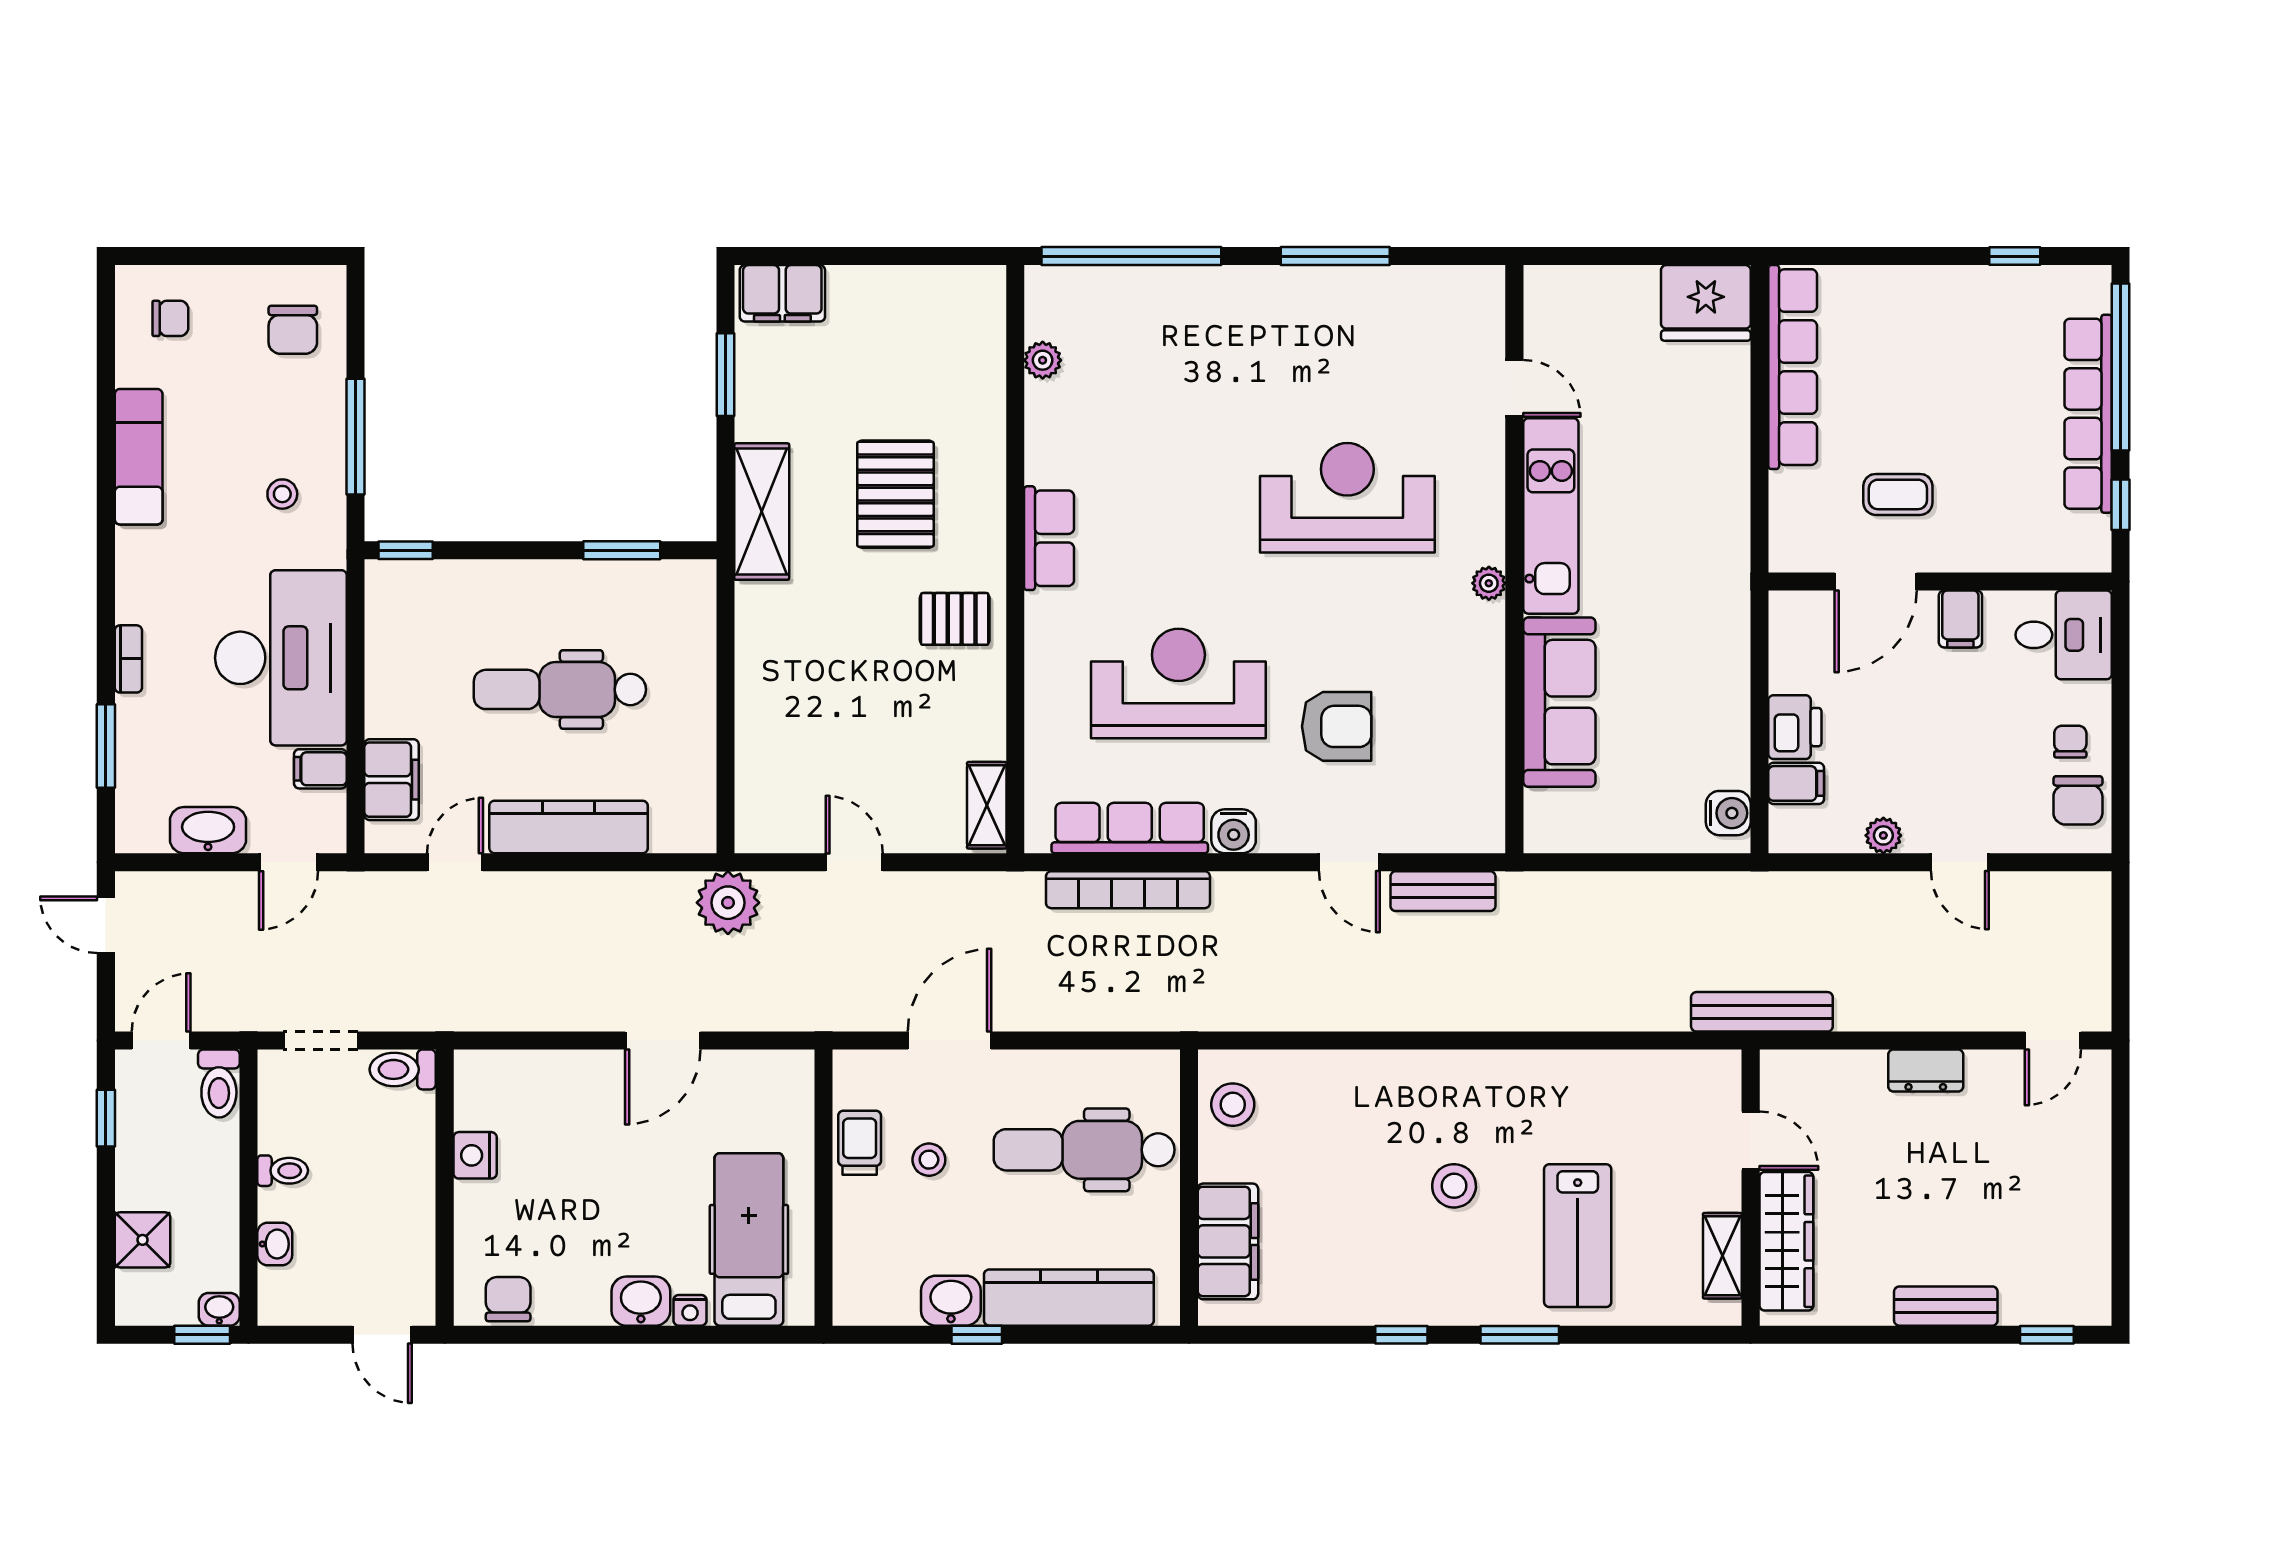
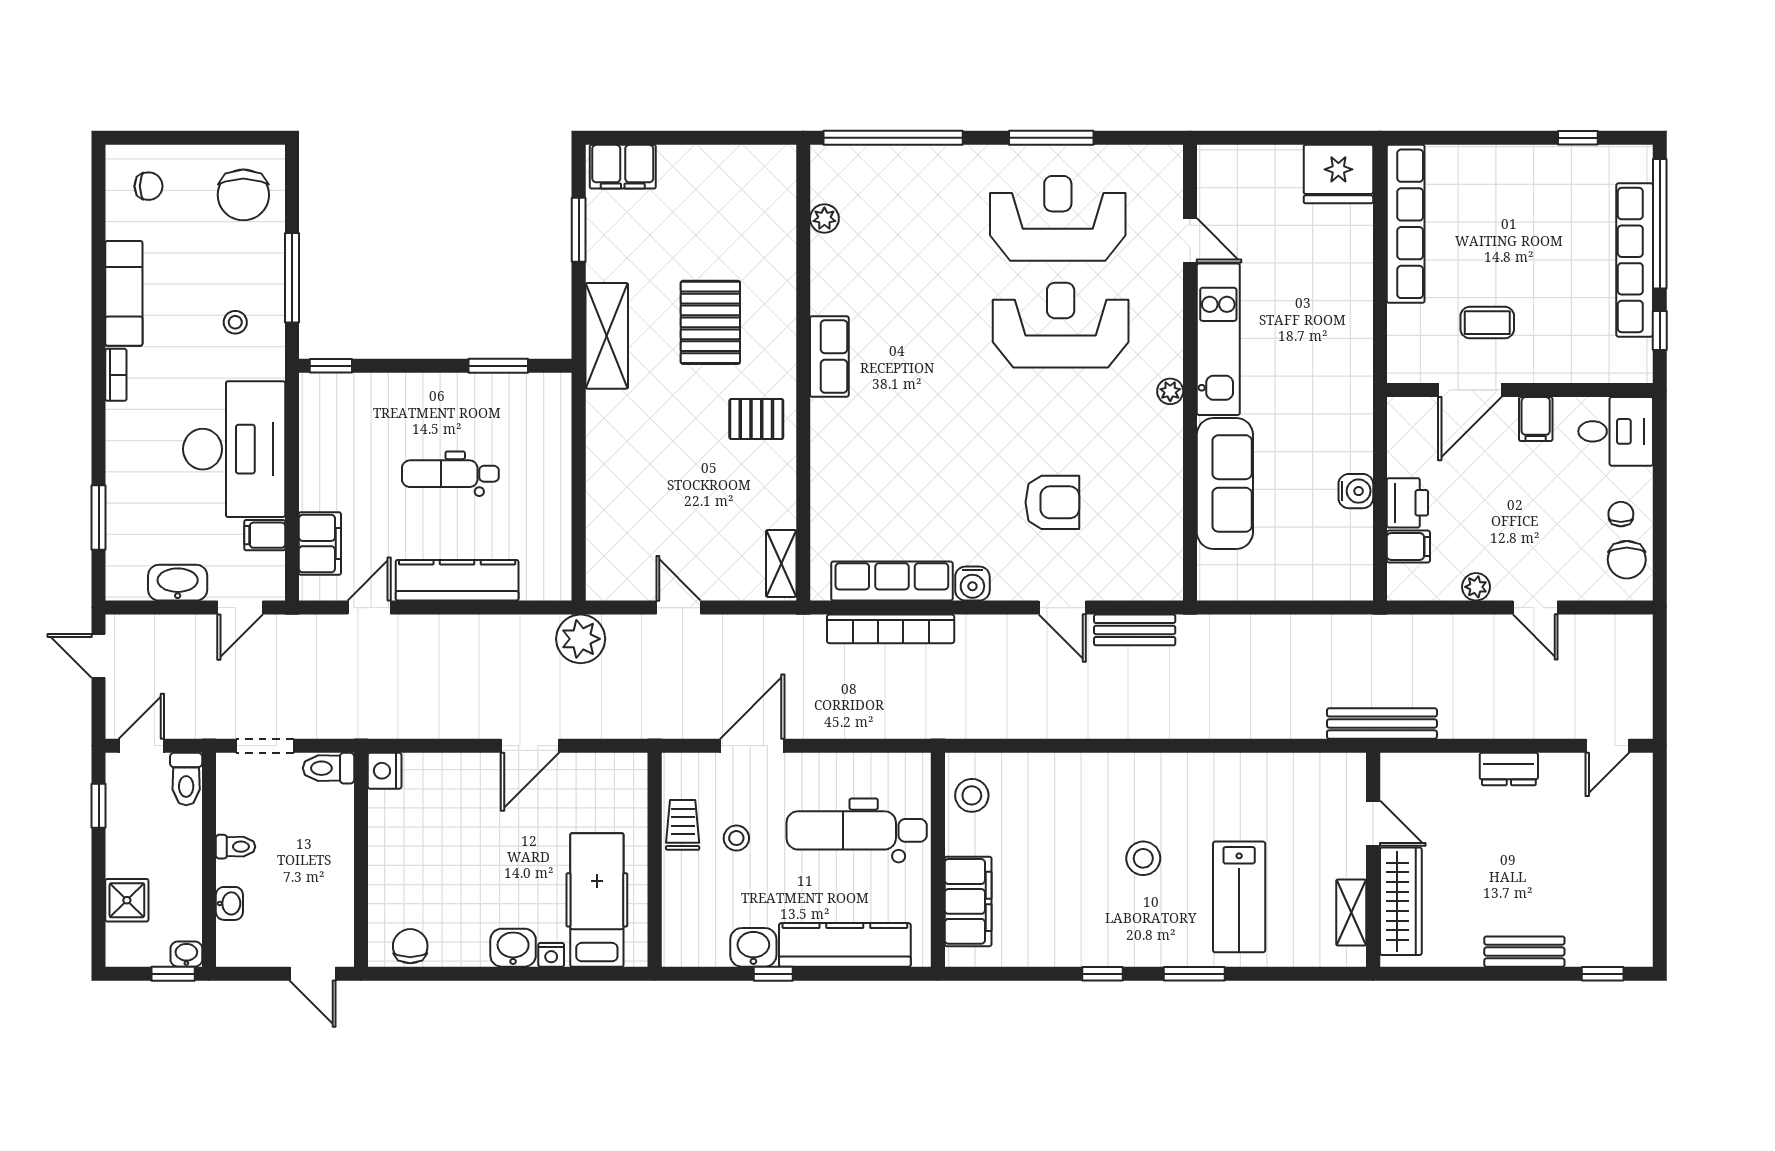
chair: (293, 330) -> (243, 195), width x1.37, depth x1.37
bookcase: (128, 659) -> (116, 375), moved
reception desk: (1178, 683) -> (1058, 218), moved
dental chair: (560, 689) -> (450, 474), width x0.73, depth x0.72
water cooler: (1728, 813) -> (1356, 491), moved
nightstand: (475, 1155) -> (385, 771), moved

